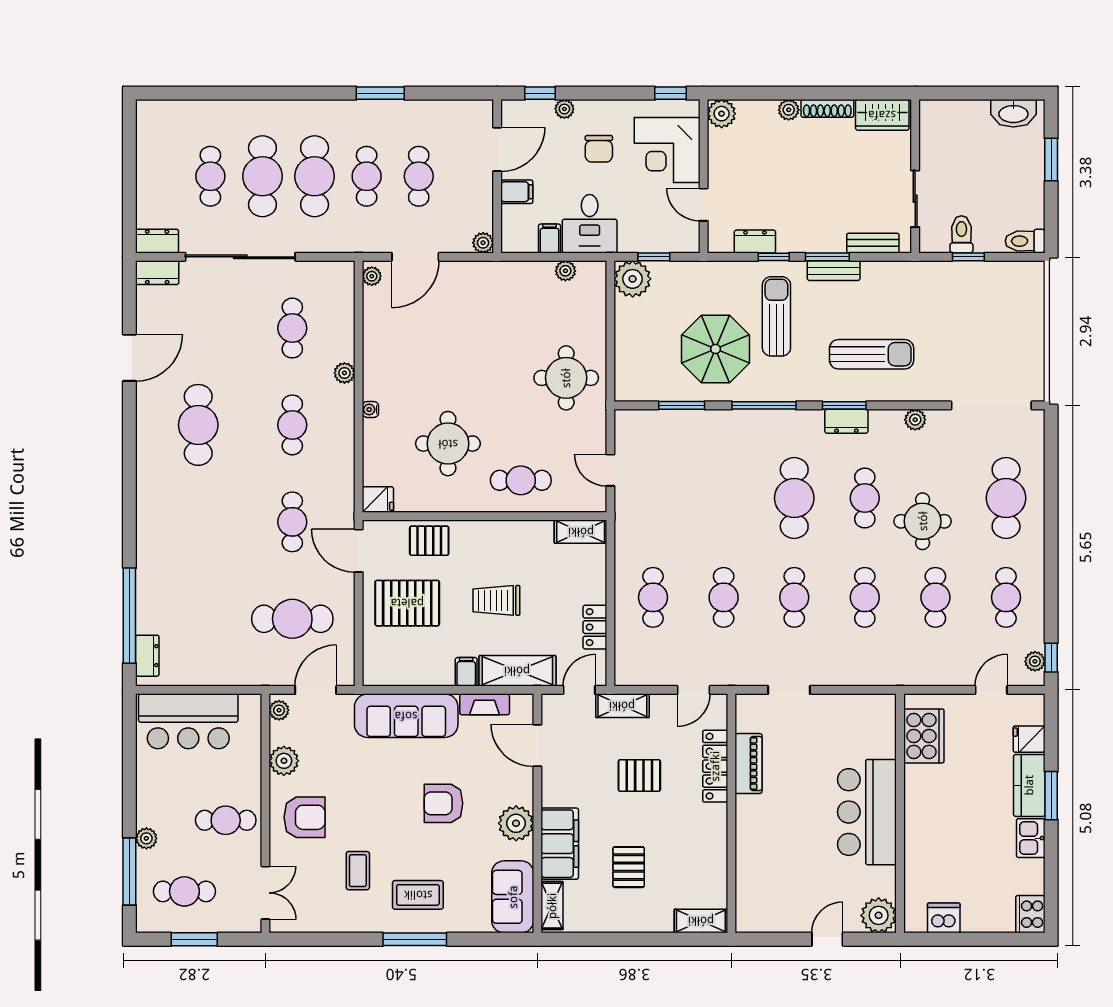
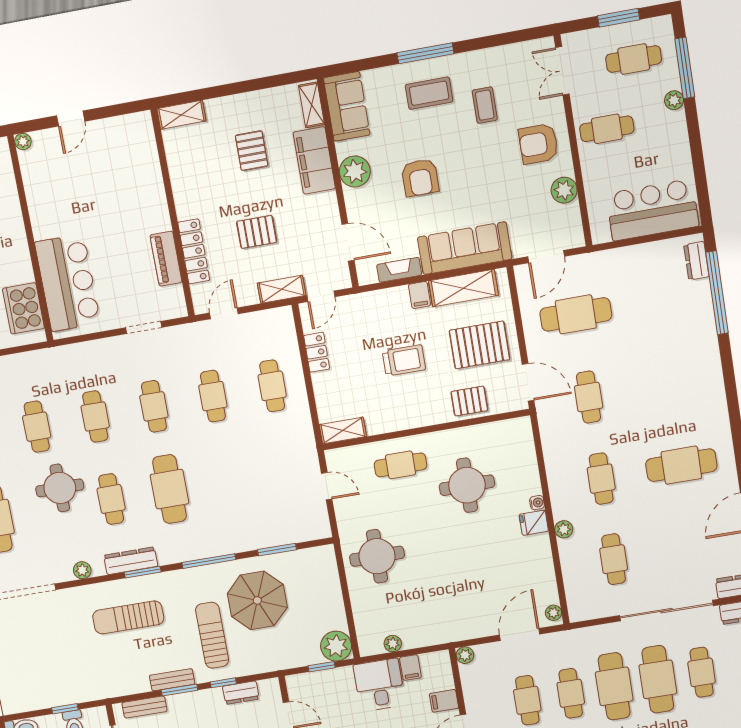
sun lounger: (776, 316) -> (212, 635), turned 180
dresser: (846, 421) -> (131, 561), width x1.44
cafe table: (198, 425) -> (681, 465), turned 90
fridge: (378, 499) -> (534, 523), moved
shelving: (517, 671) -> (463, 288), moved
plant: (279, 710) -> (575, 233), removed
armchair: (443, 803) -> (420, 178), turned 90
bar counter: (867, 812) -> (68, 283), moved
plant: (879, 915) -> (23, 141), width x0.53, depth x0.53

